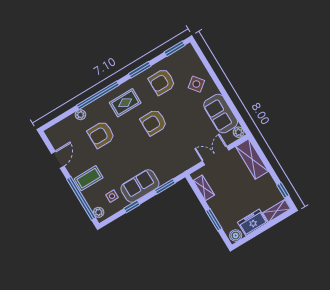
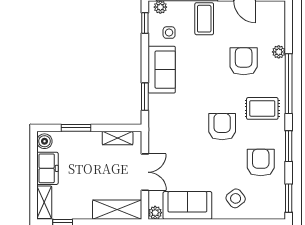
rug: (125, 103) -> (262, 108), turned 90
window: (132, 206) -> (145, 23), moved

